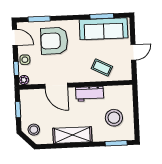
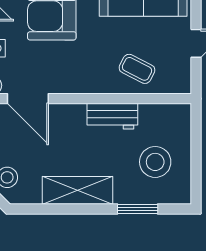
door: (56, 86) -> (28, 99), moved
window: (116, 143) -> (138, 209), moved

